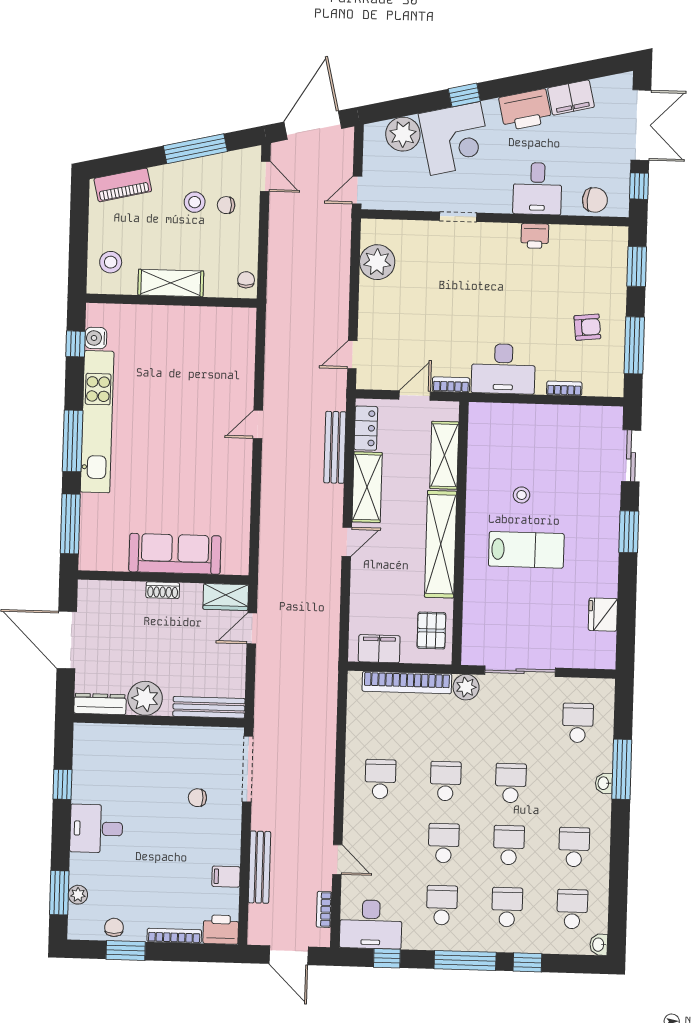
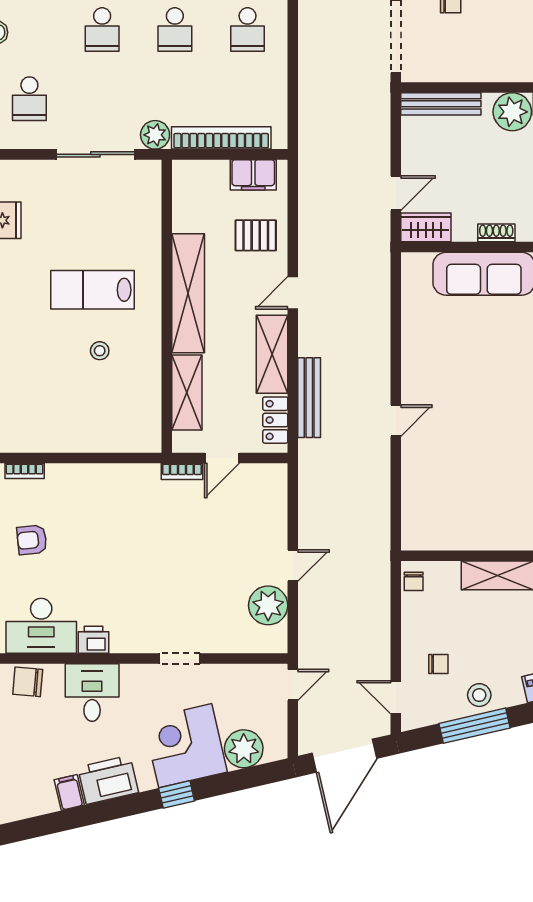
filing cabinet: (571, 98) -> (69, 792), width x0.50
stool: (195, 202) -> (479, 695), moved
door: (352, 355) -> (293, 566), moved
desk: (503, 369) -> (41, 626), moved, turned 180
bookcase: (564, 388) -> (25, 471), moved
pallet: (431, 630) -> (256, 235), moved, turned 90

